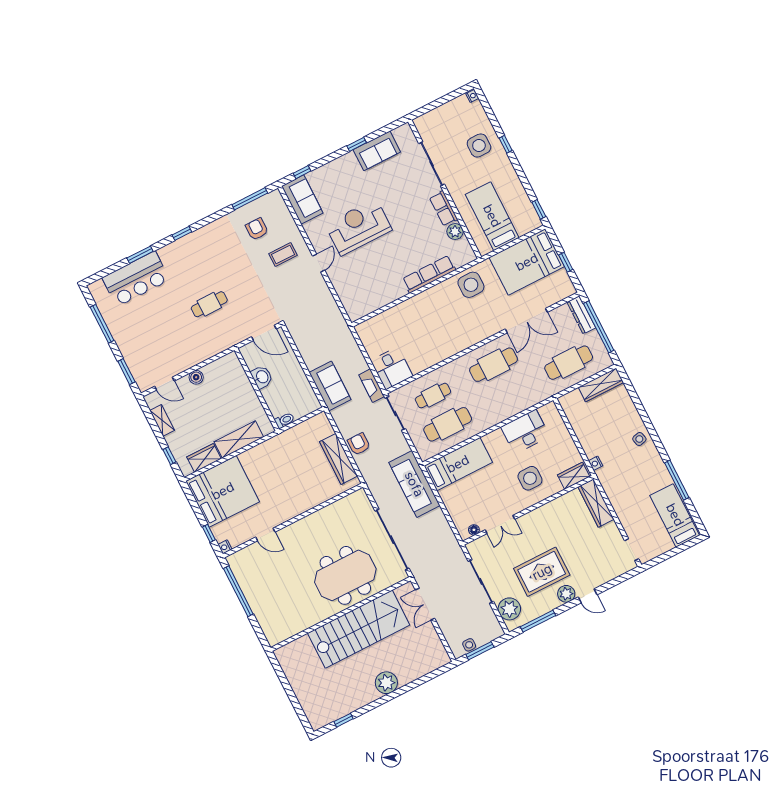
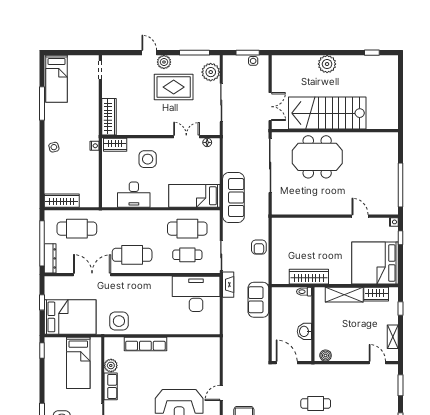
desk: (392, 368) -> (196, 294), width x1.87, depth x1.30
boiler: (196, 377) -> (326, 355), moved
wardrobe: (339, 459) -> (309, 277), moved, turned -90

